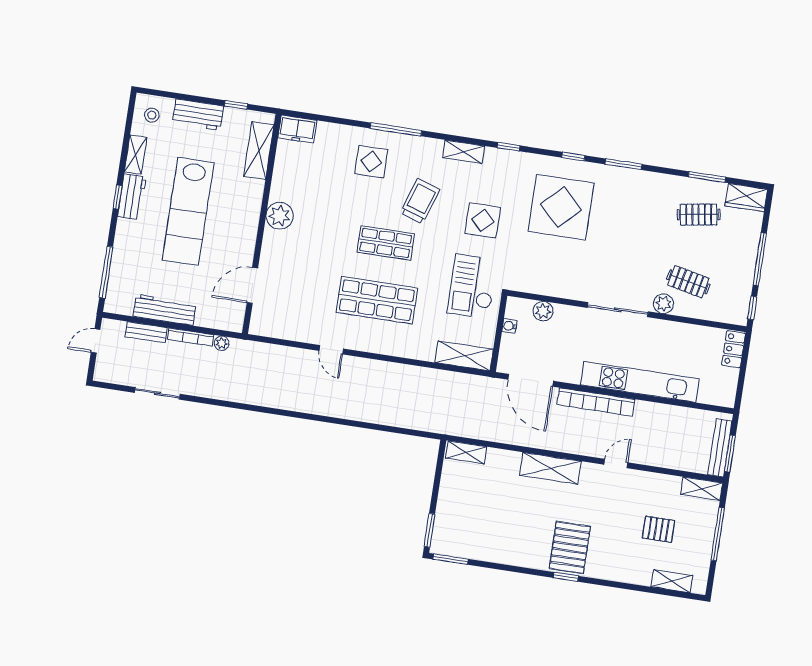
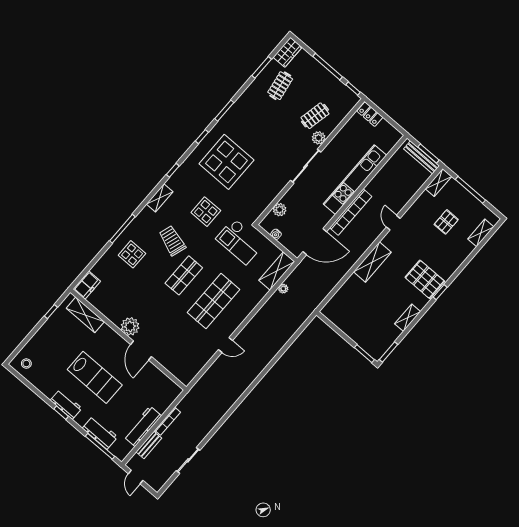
workbench: (198, 115) -> (100, 433), moved, turned -90
shelving: (136, 155) -> (43, 387), removed
lab bench: (188, 211) -> (95, 377), width x0.73
door: (252, 285) -> (141, 351), moved
plant: (222, 343) -> (283, 289), moved
shelving: (466, 452) -> (408, 318), moved

